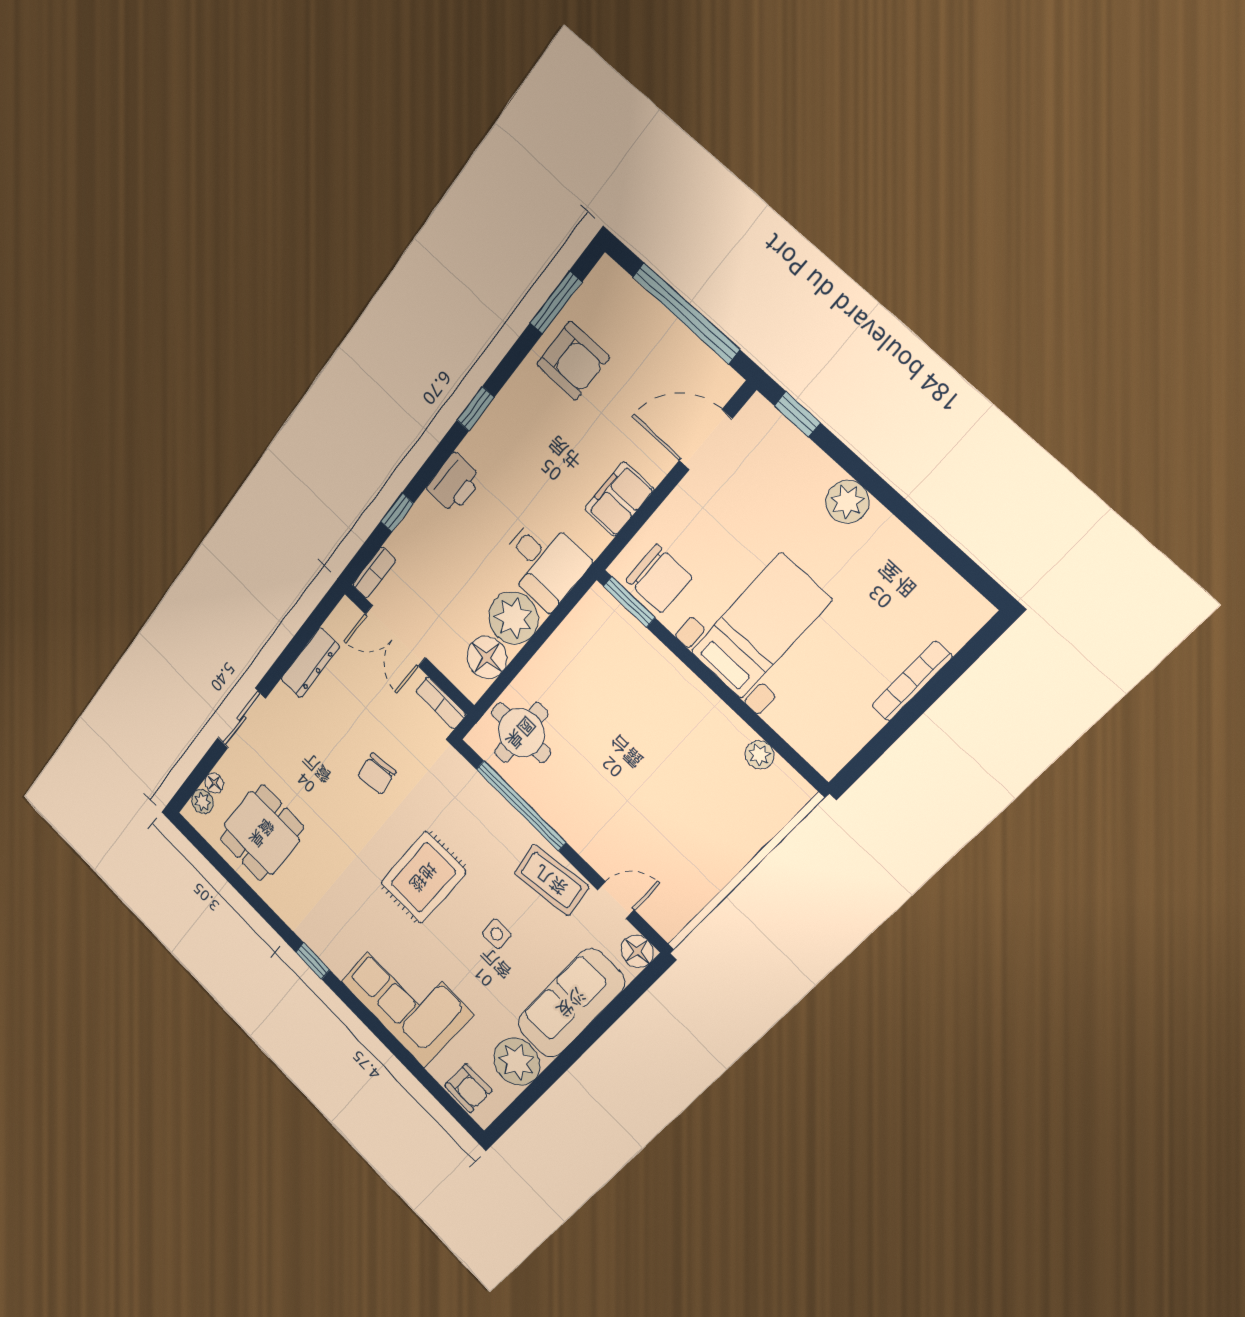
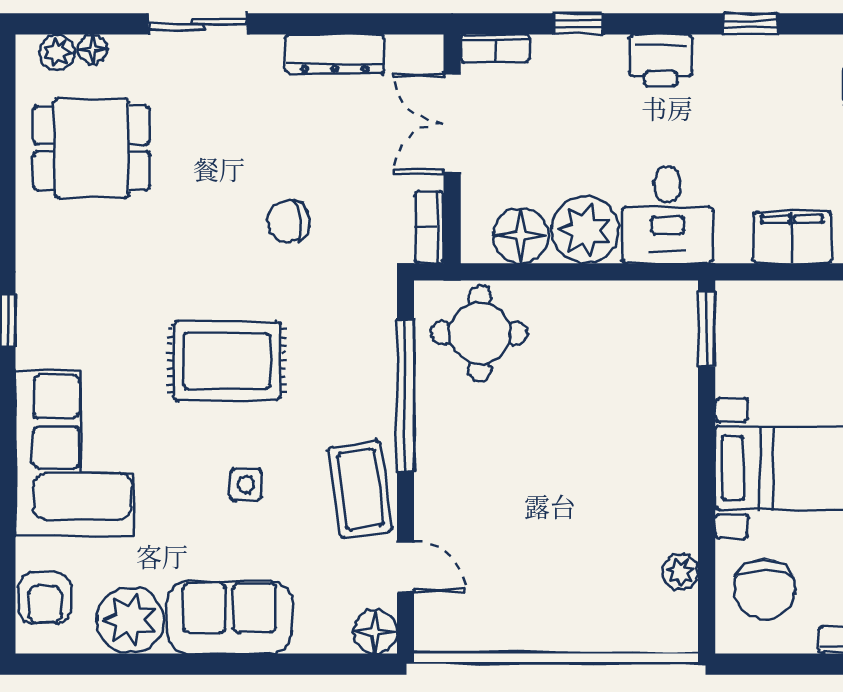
chair: (659, 579) -> (765, 589), moved
sofa: (571, 1003) -> (230, 617), width x0.73

